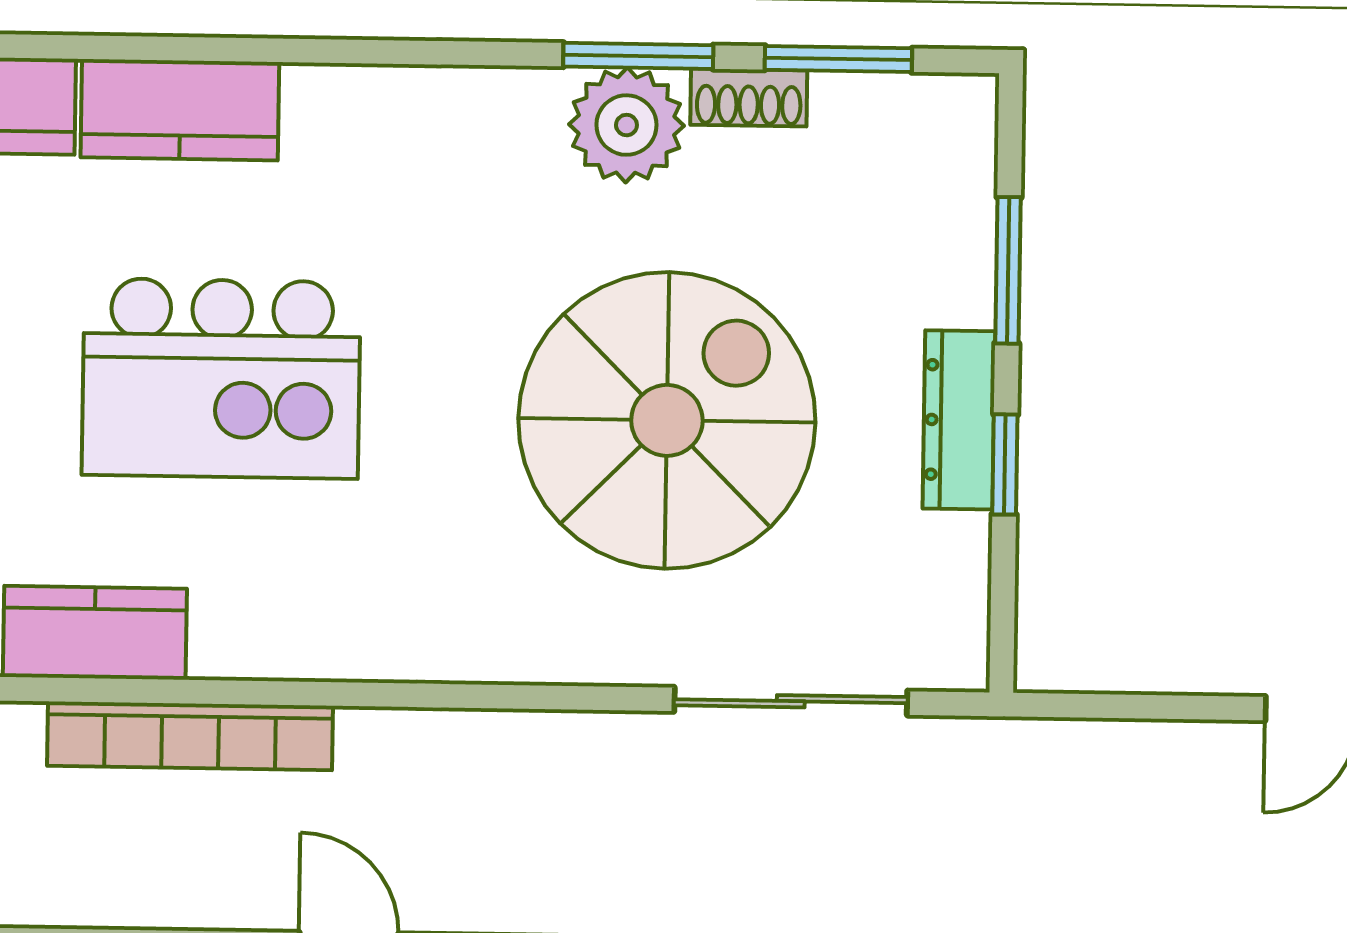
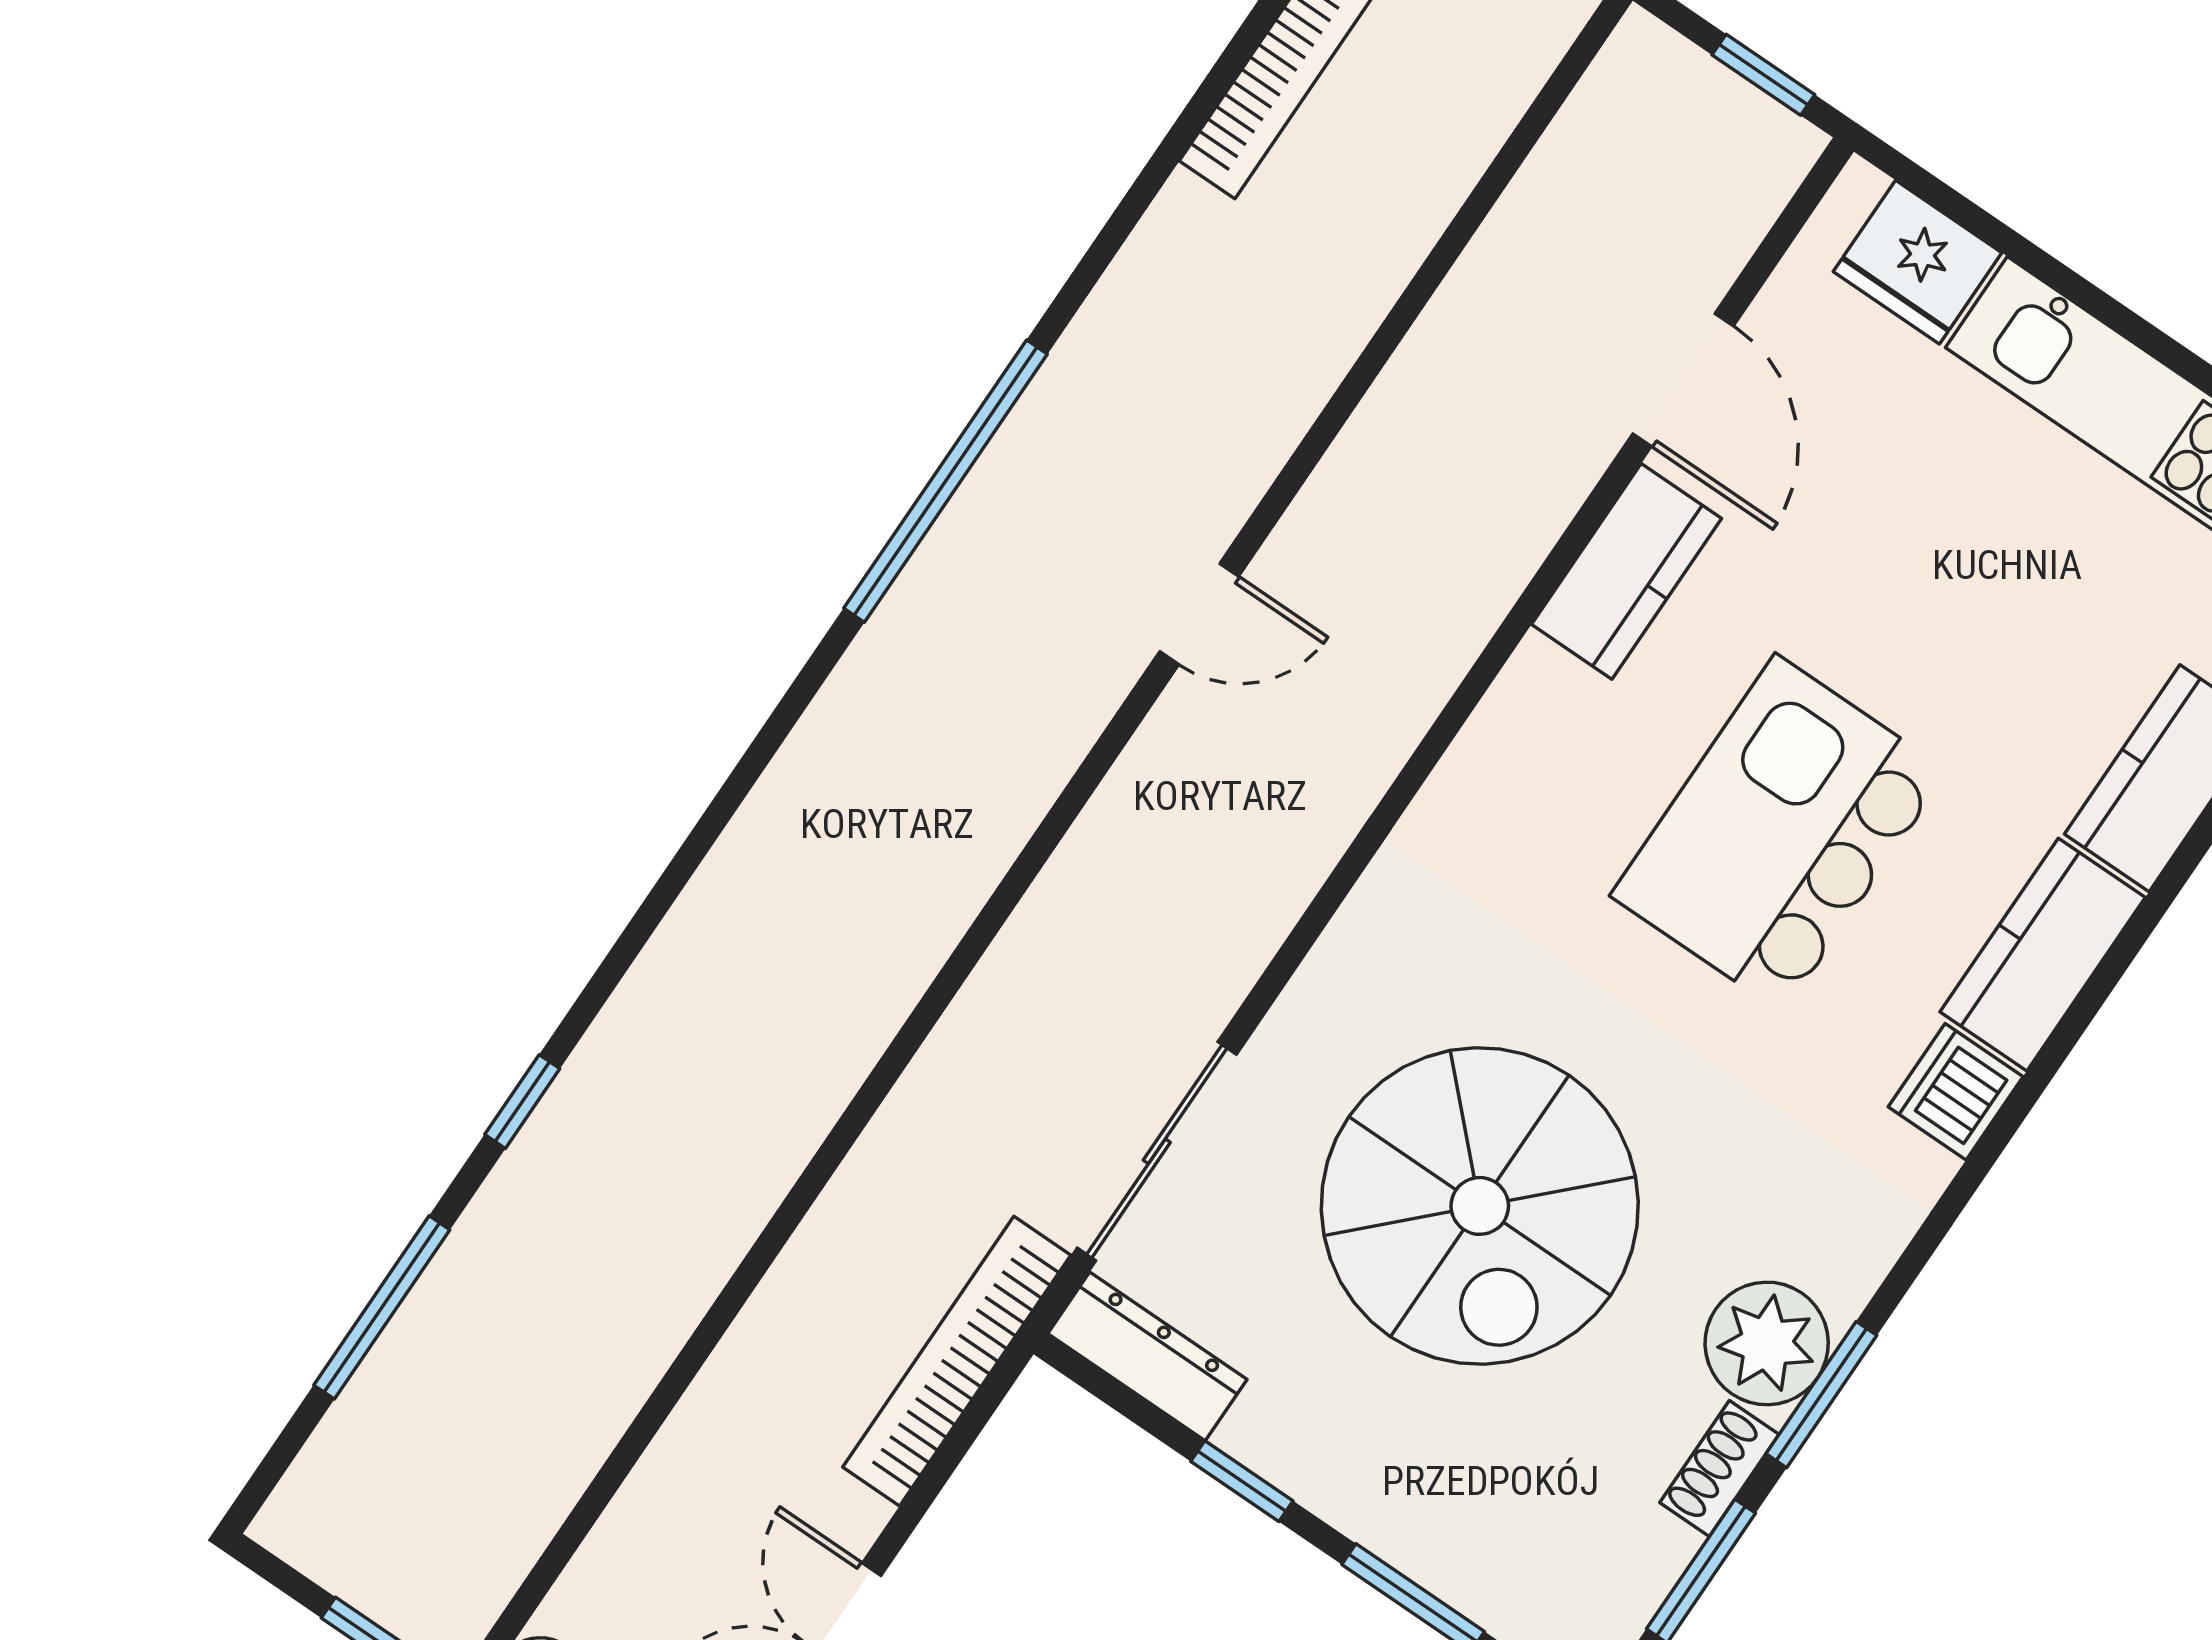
dishwasher: (332, 107) -> (1956, 1092), added
dresser: (959, 420) -> (1147, 1356), moved
bookcase: (190, 736) -> (957, 1361), moved

